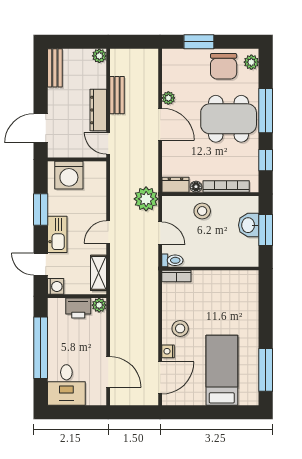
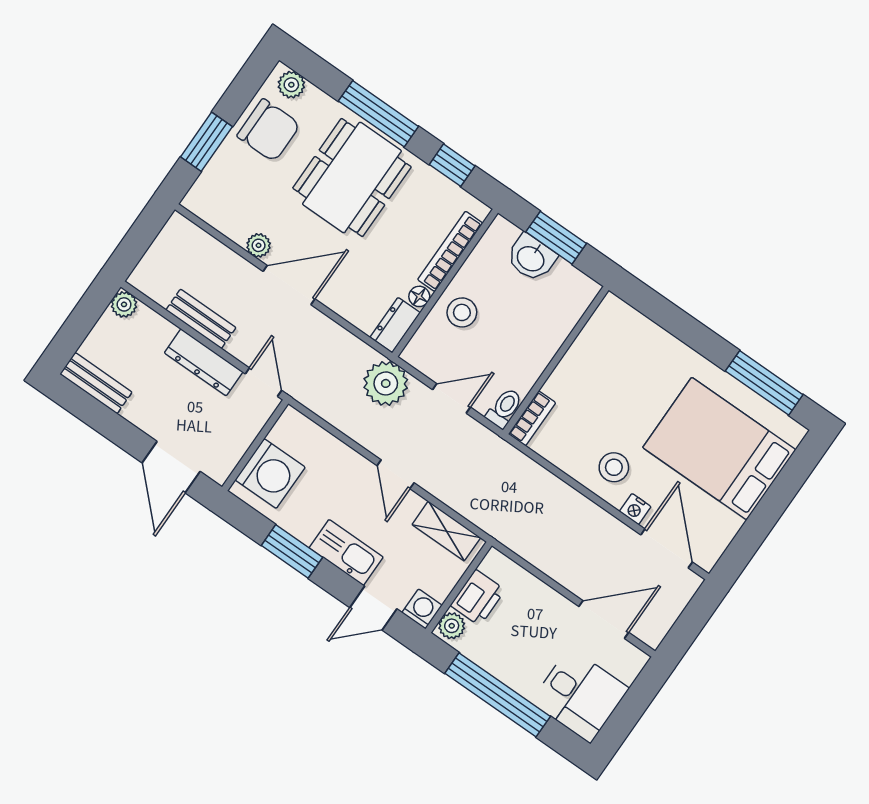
door: (108, 143) -> (263, 382), swing flipped
plant: (99, 305) -> (452, 626), moved
bed: (222, 370) -> (719, 449), width x1.50

